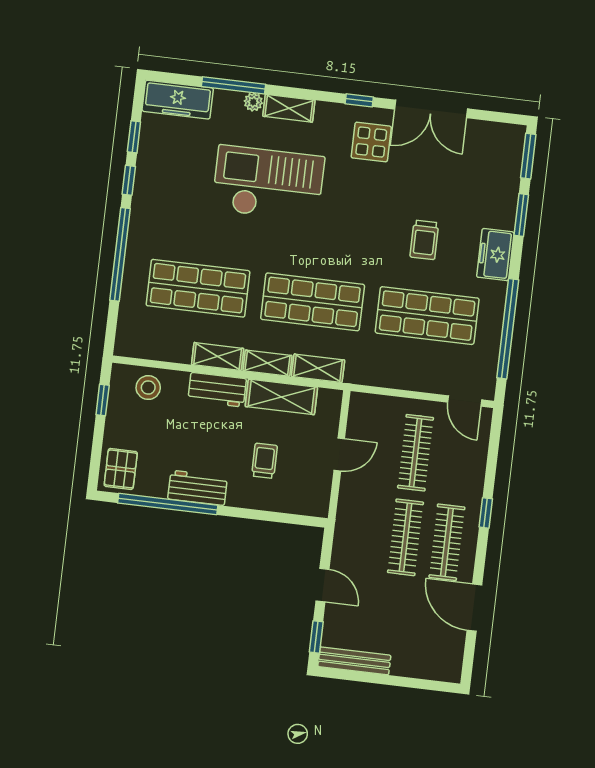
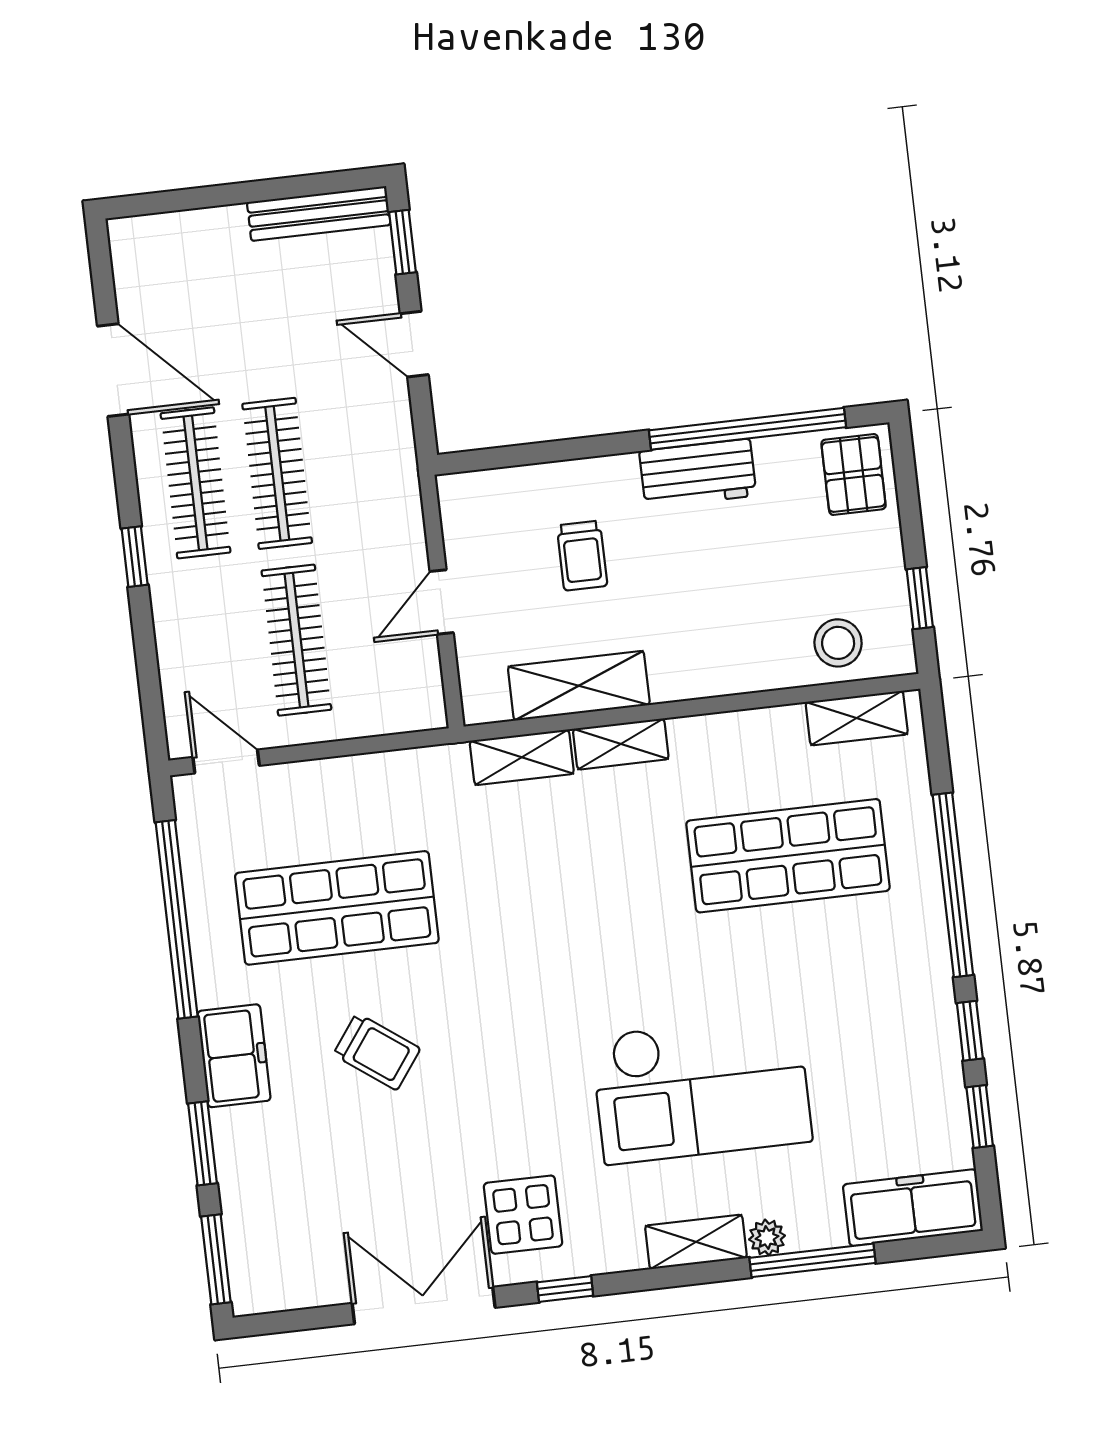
trolley: (424, 240) -> (377, 1052), turned 126
shop shelf: (313, 302) -> (562, 882), removed
shelving: (218, 356) -> (857, 718), moved
workbench: (217, 390) -> (705, 670), removed

